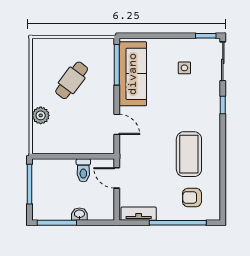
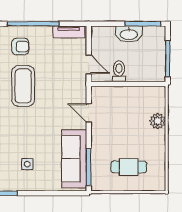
cafe table: (72, 80) -> (129, 167), moved, turned 53
washbasin: (79, 214) -> (129, 34), width x1.91, depth x1.45

